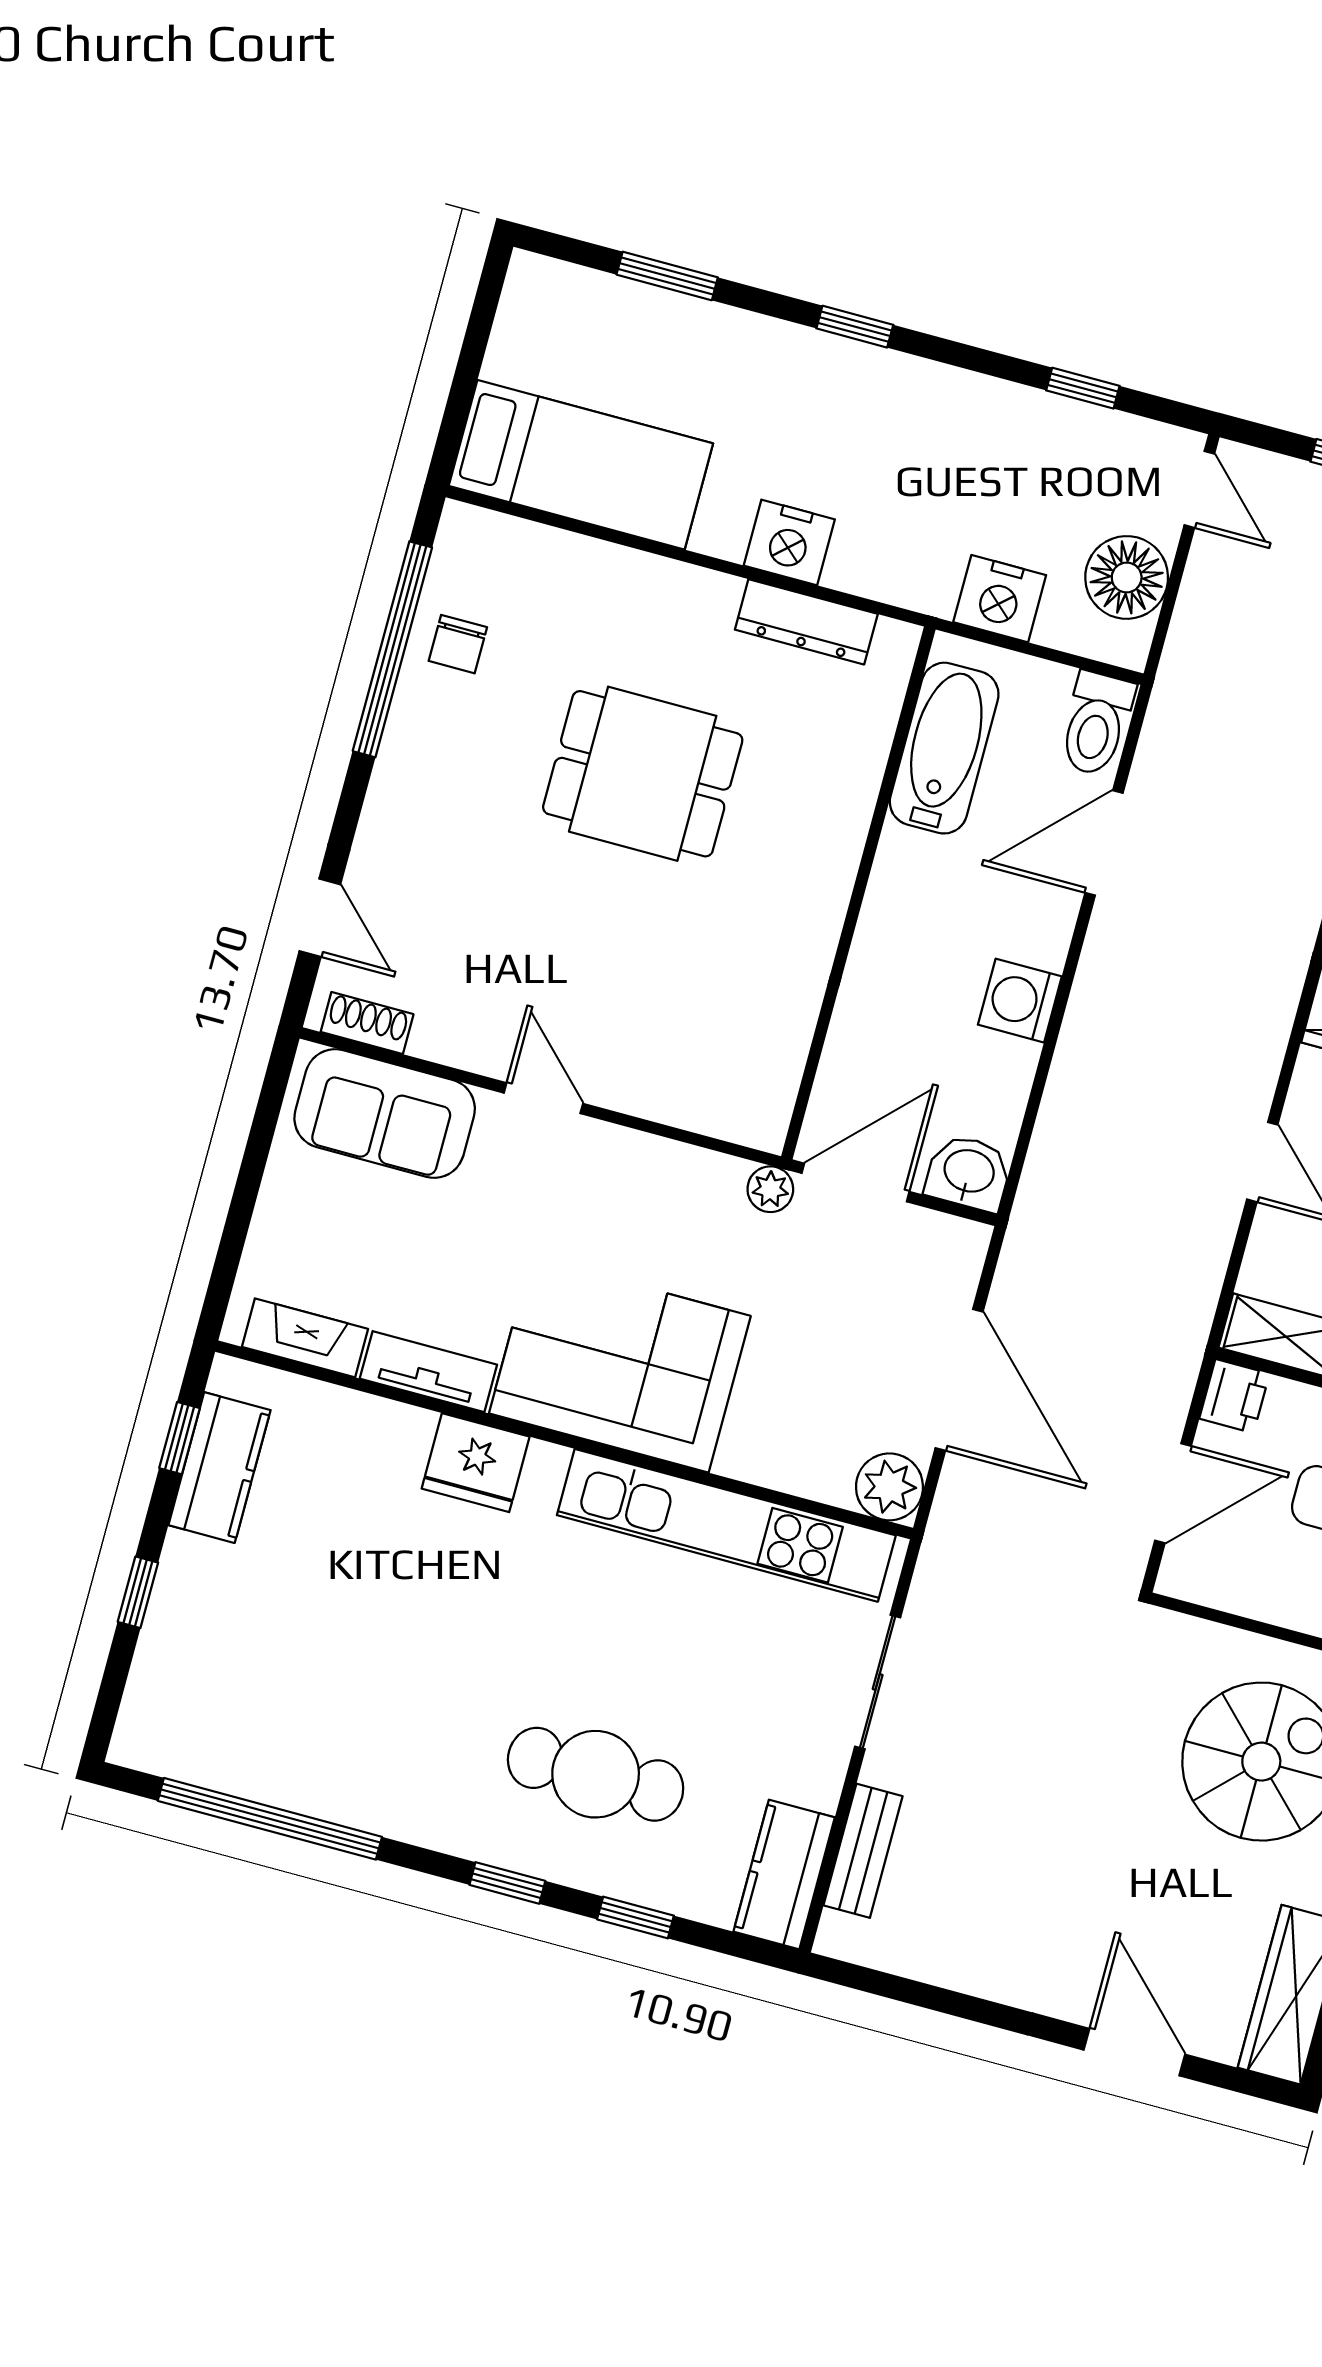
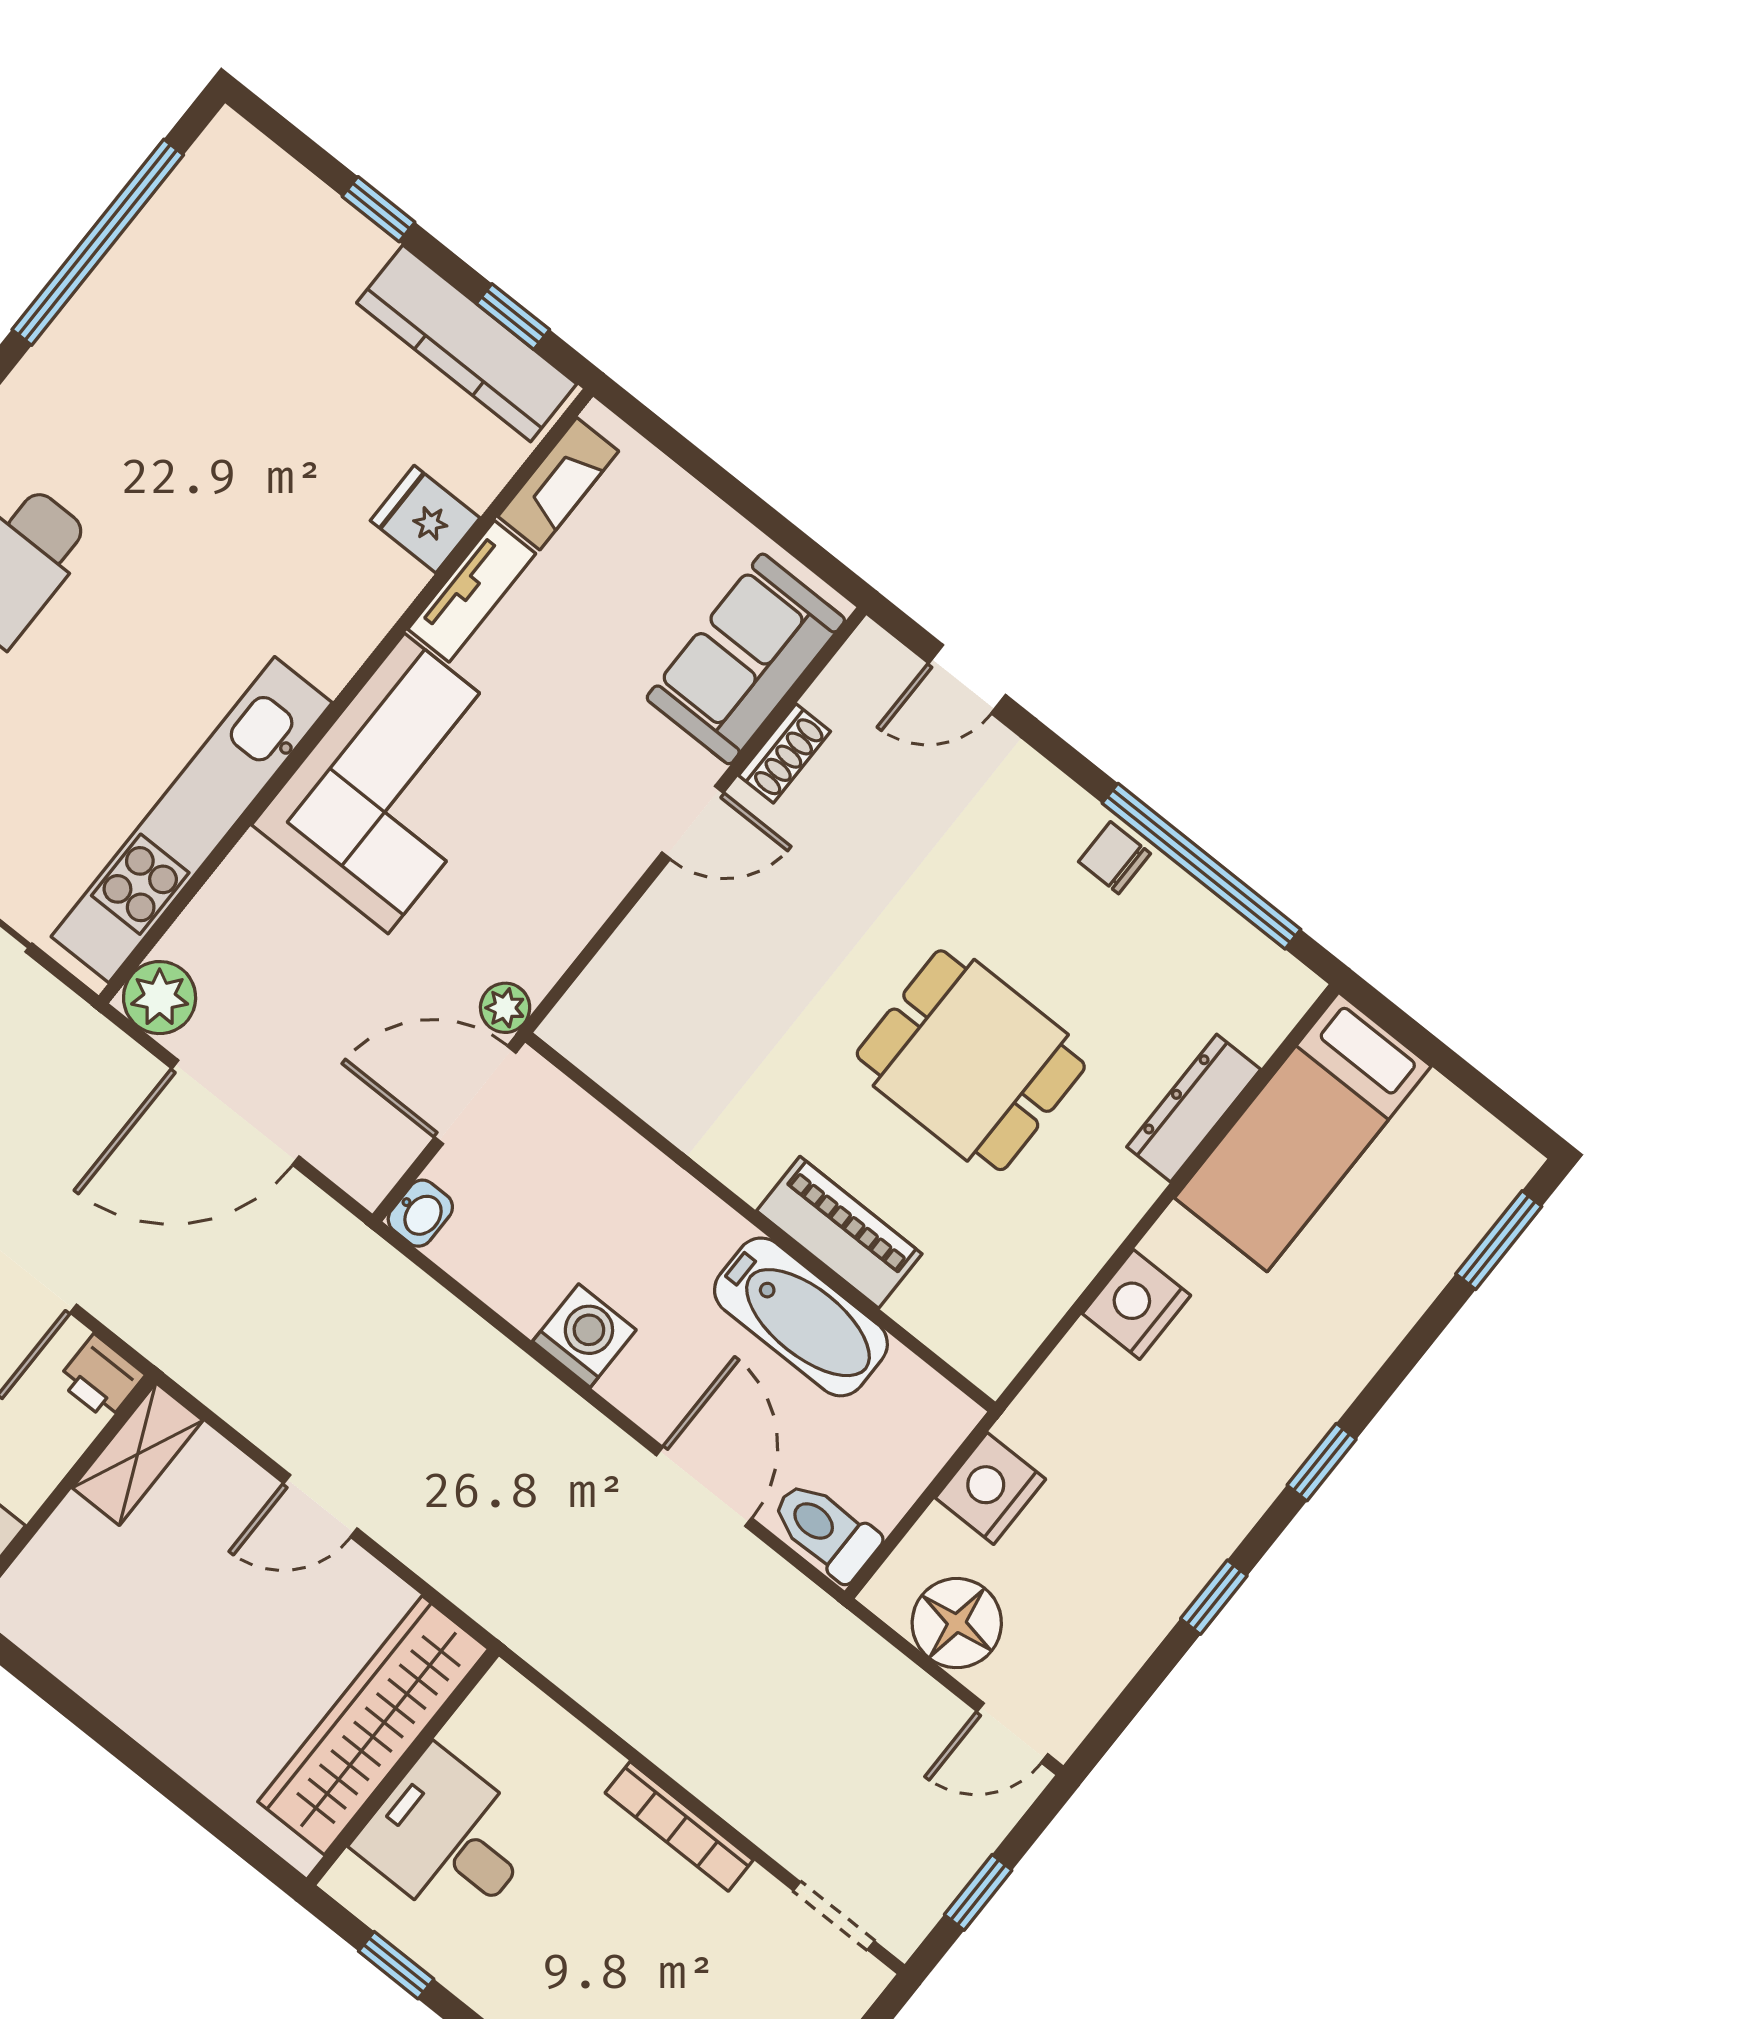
window: (667, 276) -> (1499, 1240), moved
window: (1083, 388) -> (1214, 1597), moved
dresser: (806, 622) -> (1194, 1108), moved
chair: (458, 644) -> (1115, 858), moved
bathtub: (944, 748) -> (801, 1317), moved
dining table: (643, 774) -> (971, 1060), turned 90
piano: (838, 822) -> (839, 1232), added
shoe rack: (367, 1023) -> (785, 753), moved
washbasin: (969, 1173) -> (420, 1213), width x0.72, depth x0.69
door: (856, 1182) -> (475, 1095), swing flipped
fridge: (476, 1463) -> (425, 519), moved, width x0.72
kitchen counter: (219, 1468) -> (467, 343), width x1.50

